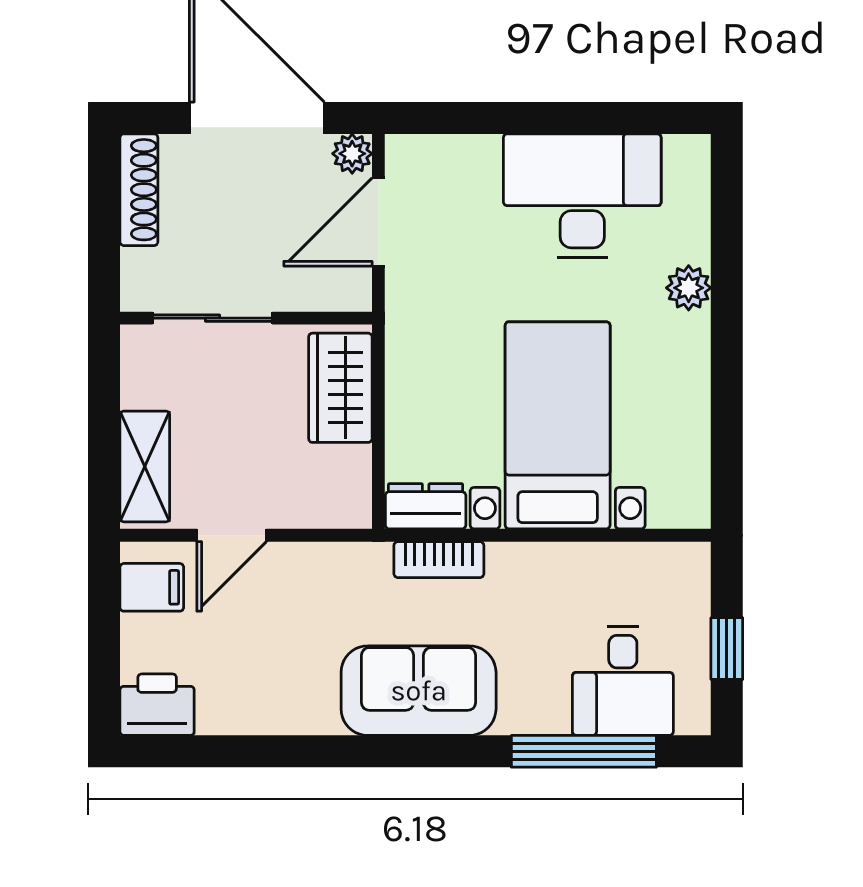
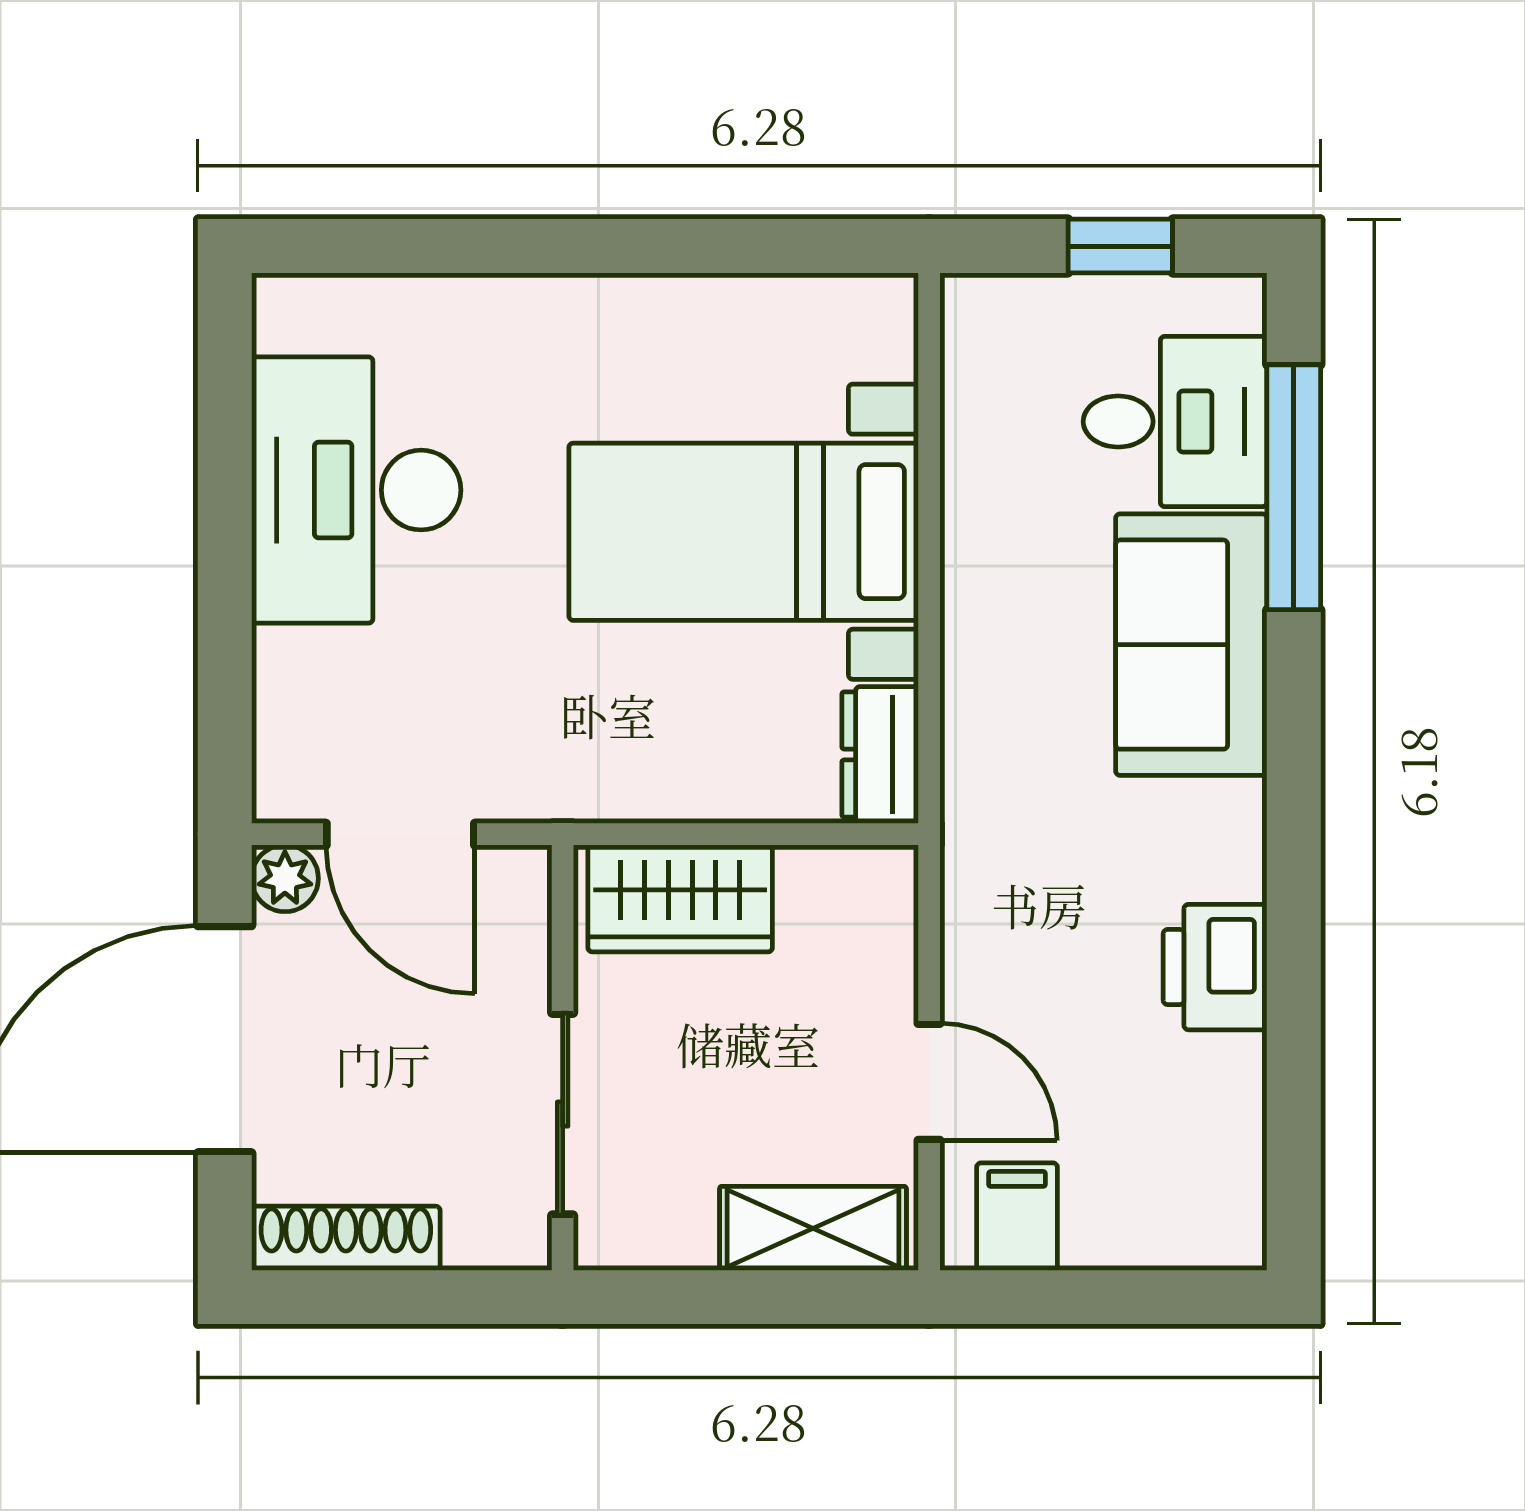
plant: (689, 288) -> (511, 311), removed
bookcase: (439, 560) -> (970, 732), removed
sofa: (419, 691) -> (1191, 645), moved
printer: (157, 705) -> (1215, 967), moved

